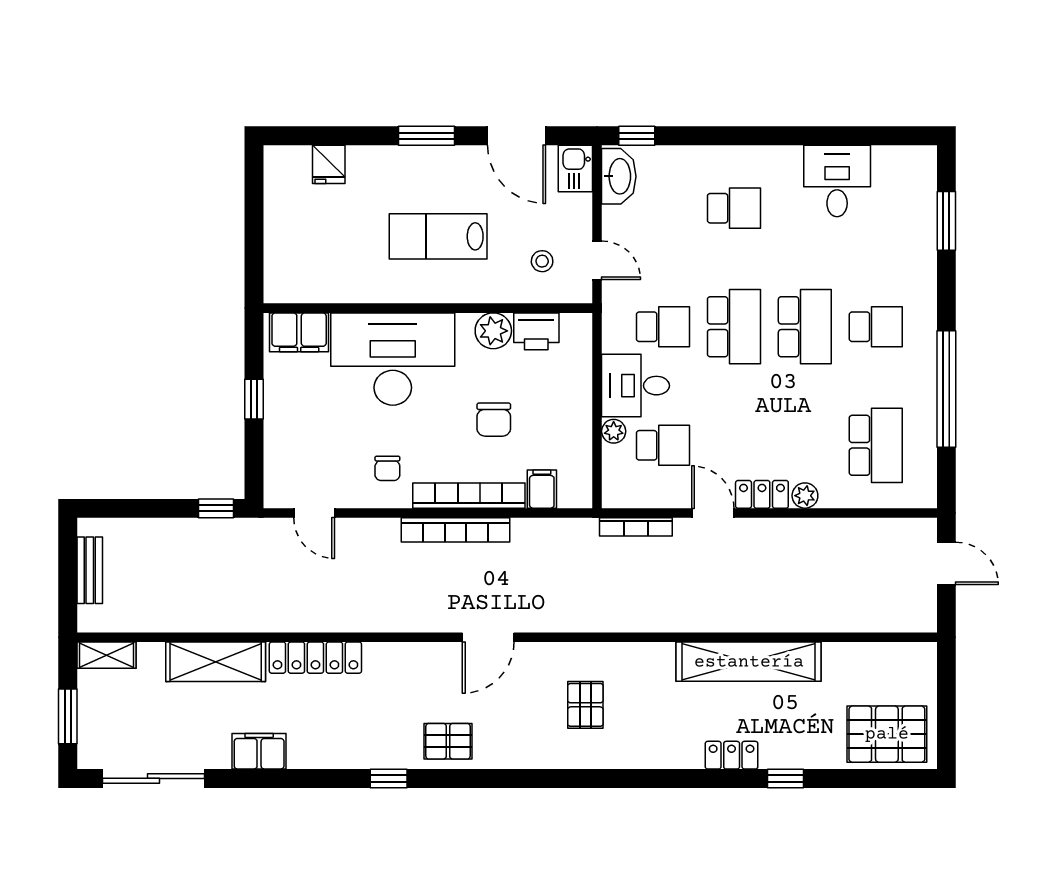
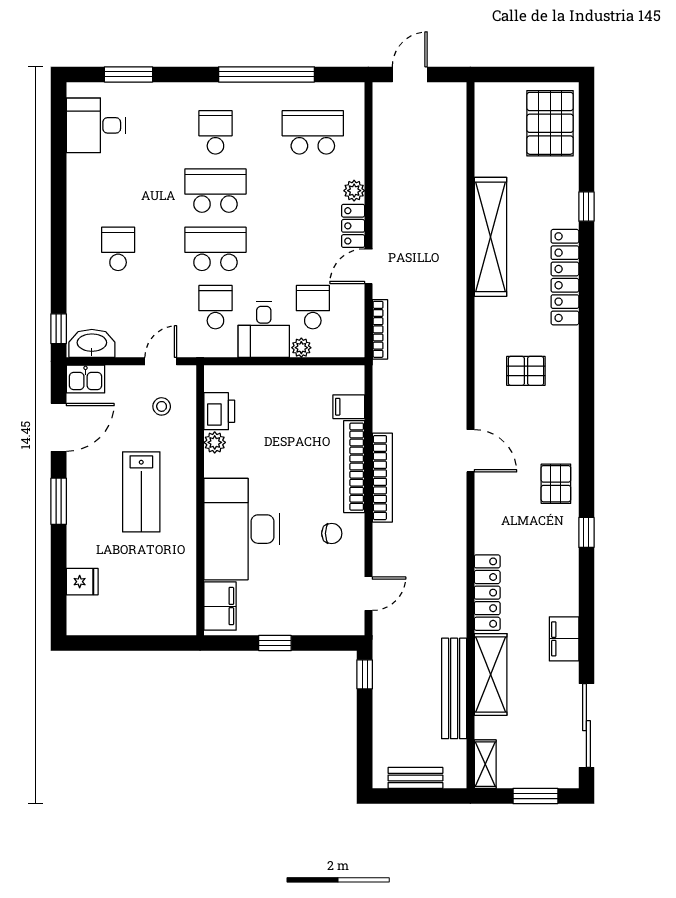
desk: (837, 181) -> (96, 125), moved
plant: (493, 331) -> (215, 442), width x0.73, depth x0.73
chair: (494, 420) -> (292, 446), removed
bench: (199, 617) -> (454, 688), added
locker: (732, 755) -> (565, 277), width x2.16, depth x1.21

